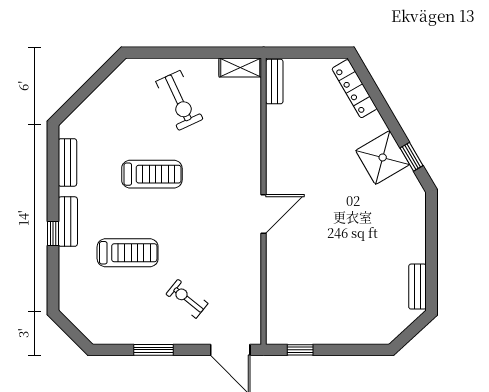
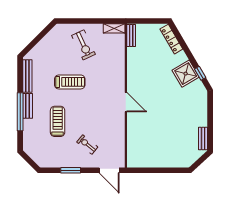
bench: (67, 162) -> (27, 76), width x1.36
door: (264, 214) -> (126, 102), hinge flipped
window: (53, 233) -> (20, 112), width x3.17
treadmill: (128, 253) -> (58, 121), turned -90
window: (300, 350) -> (144, 170), removed

